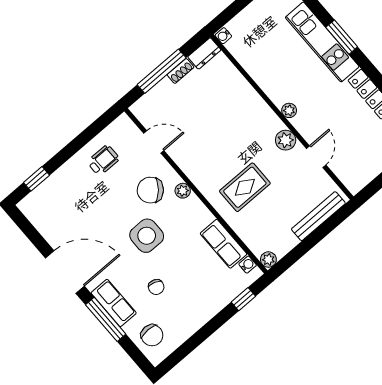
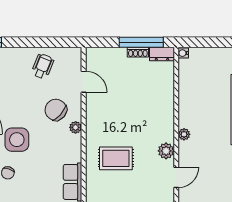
window: (162, 71) -> (141, 42), moved
wheelchair: (103, 160) -> (43, 66), turned -68
side table: (147, 236) -> (17, 140), moved

